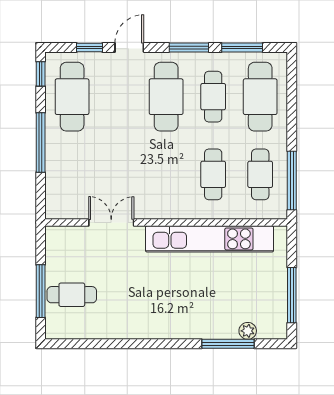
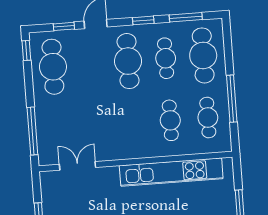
window: (189, 48) -> (143, 20), width x0.67
window: (41, 142) -> (32, 131), moved
window: (292, 181) -> (232, 99), moved
double door: (111, 222) -> (78, 166), moved

